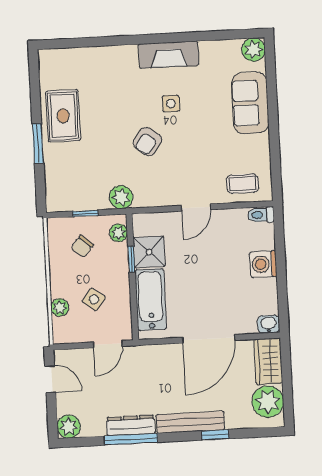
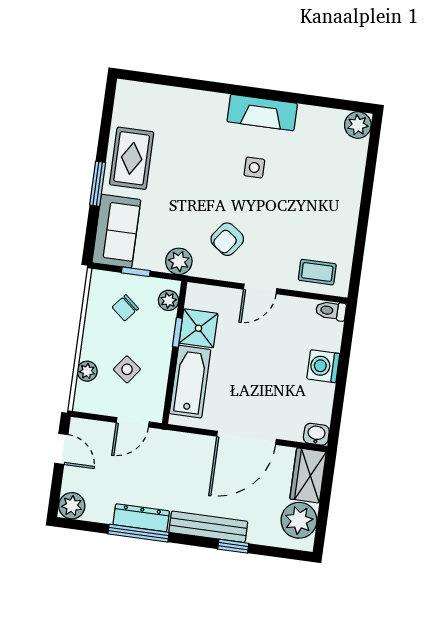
sofa: (250, 103) -> (116, 231), moved, turned 180
armchair: (147, 142) -> (227, 239), moved

